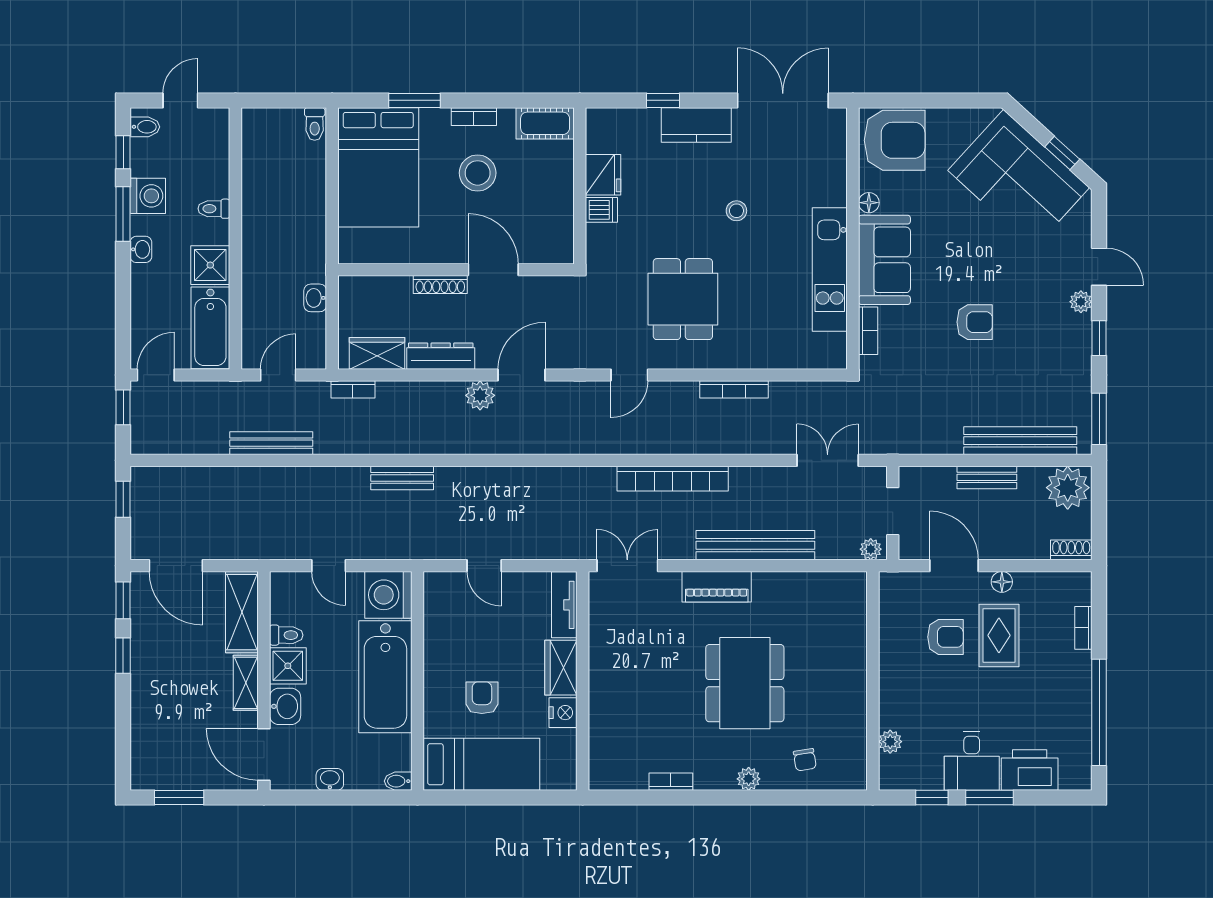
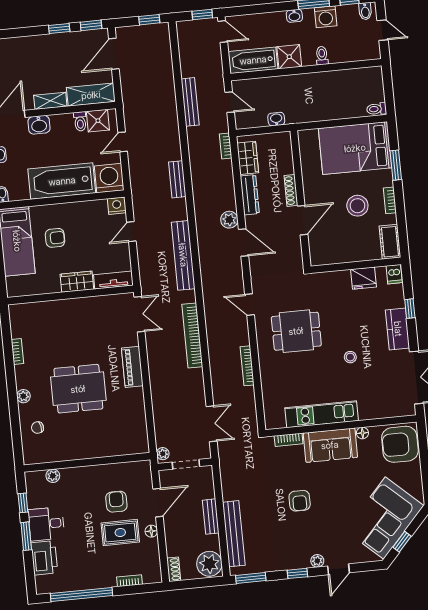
armchair: (895, 140) -> (400, 444), turned 90
dishwasher: (601, 210) -> (394, 274), moved
bench: (755, 545) -> (183, 255), moved
armchair: (945, 637) -> (116, 502), turned 180
shower: (288, 666) -> (98, 121), moved
nightstand: (563, 713) -> (117, 206), moved, turned 180

